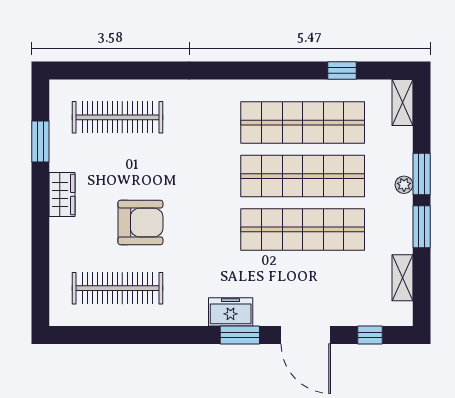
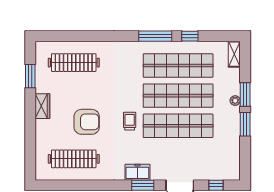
window: (262, 71) -> (155, 36), added
window: (342, 71) -> (190, 36), moved
trolley: (217, 221) -> (130, 121), added
shelving: (402, 278) -> (234, 153), removed

